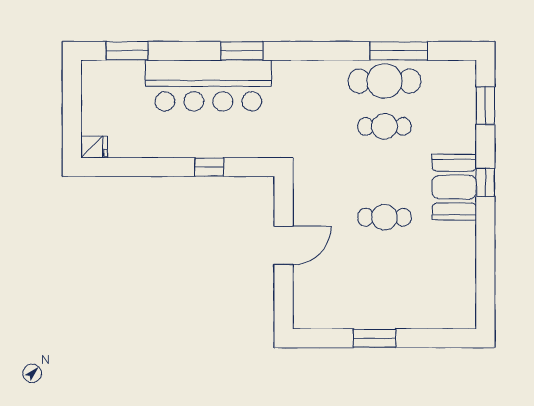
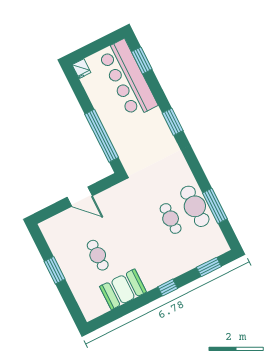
bar counter: (208, 85) -> (128, 79), moved
window: (209, 167) -> (102, 136), width x3.17
booth: (454, 187) -> (123, 289), moved
cafe table: (384, 217) -> (98, 255), moved

